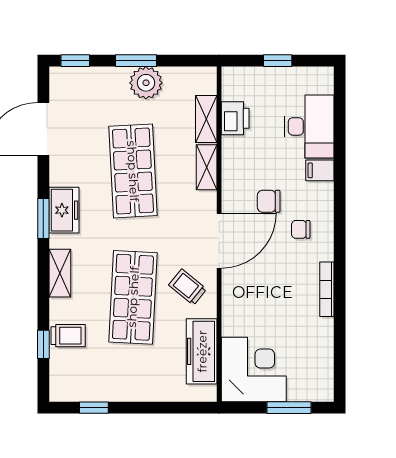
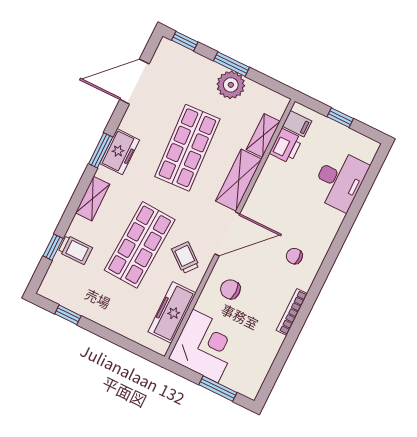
shelving: (207, 167) -> (239, 180), width x1.50, depth x1.33
filing cabinet: (320, 170) -> (297, 124), moved, turned 180
chair: (269, 201) -> (230, 289), moved

